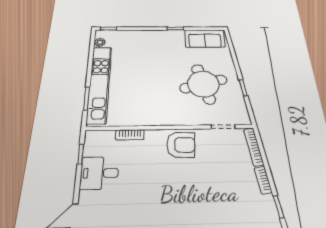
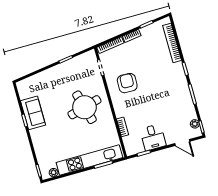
sofa: (205, 38) -> (33, 113), moved
round table: (203, 84) -> (84, 107), moved
armchair: (181, 145) -> (127, 83), moved

